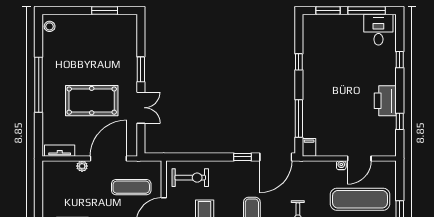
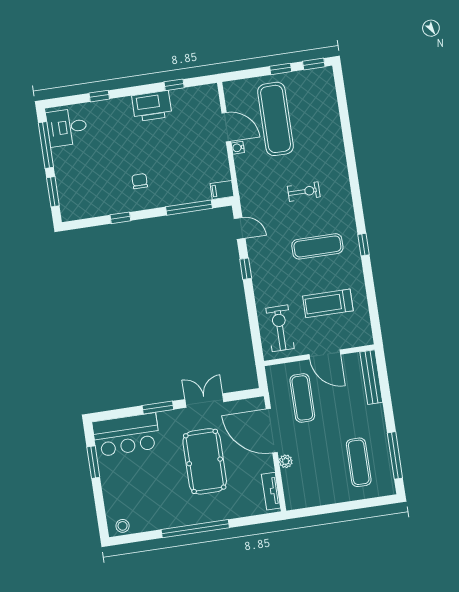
bar counter: (123, 40) -> (126, 435), added
chair: (326, 82) -> (140, 181), added
door: (276, 157) -> (240, 228), width x0.53

